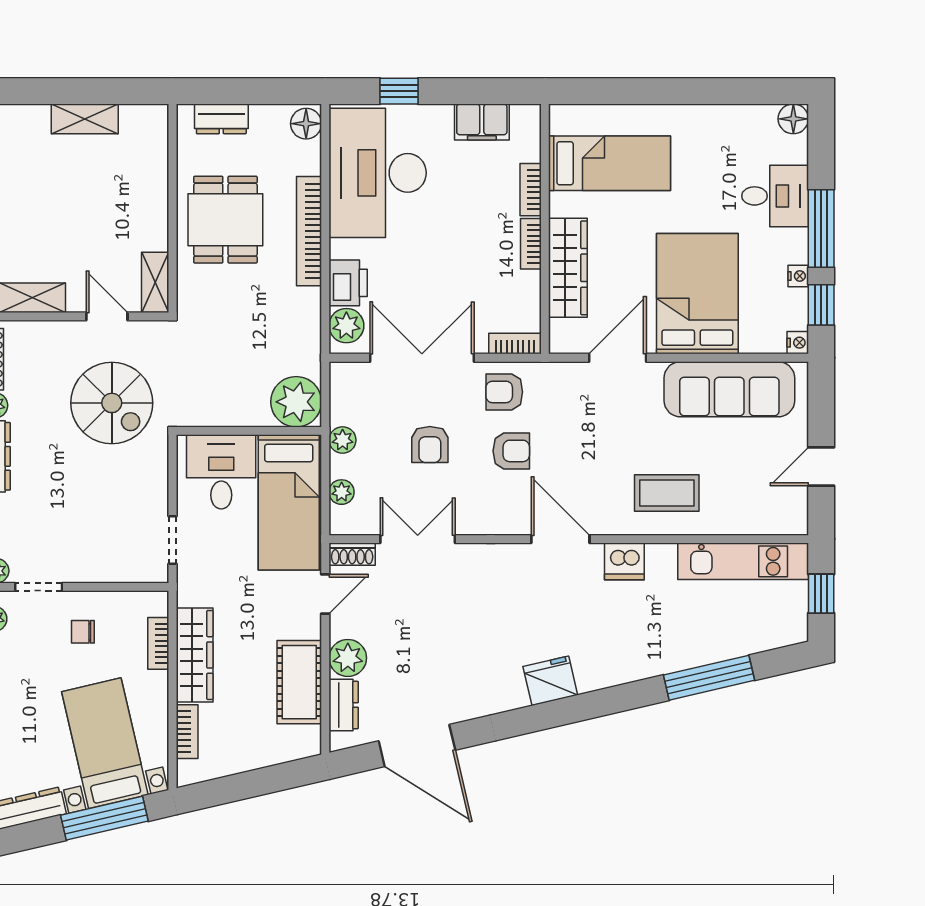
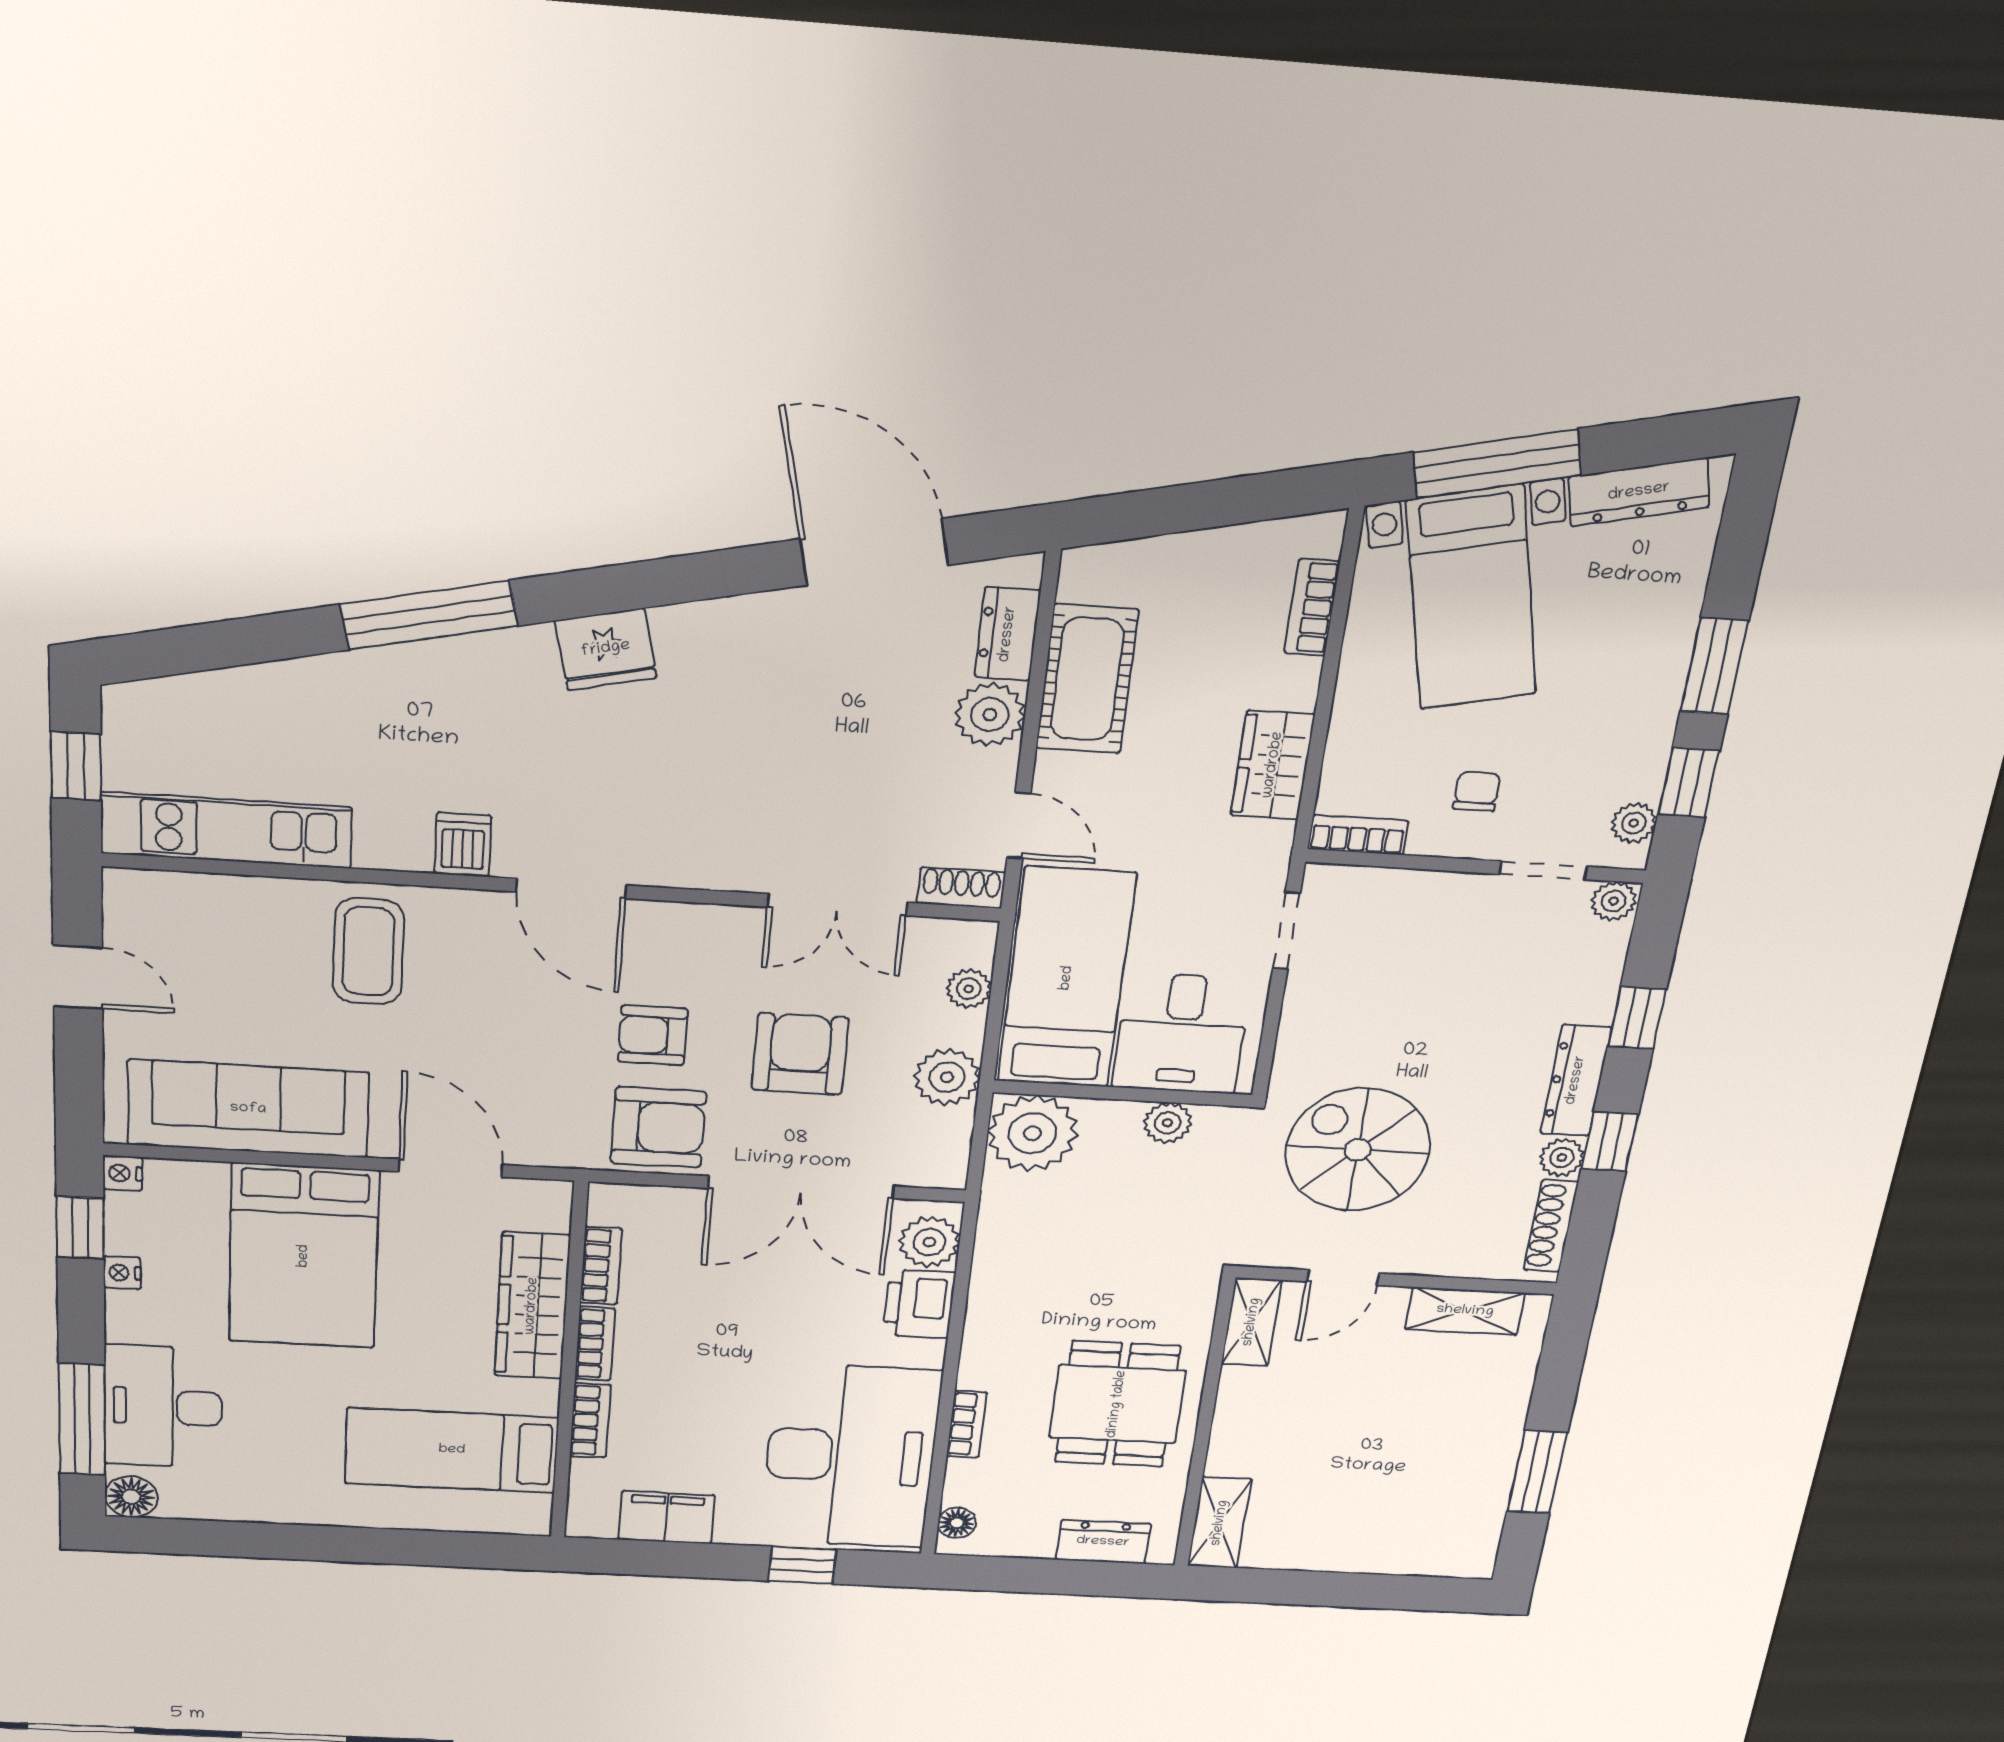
shelving: (85, 119) -> (1220, 1523), moved, turned 90
floor lamp: (306, 124) -> (957, 1523), width x0.73, depth x0.73
desk: (775, 196) -> (163, 1407), width x1.37
window: (821, 228) -> (82, 1419), moved
bookcase: (309, 231) -> (967, 1424), width x0.43, depth x0.76
door: (107, 316) -> (1343, 1278), hinge flipped
bookcase: (515, 343) -> (601, 1266), moved, turned -90
door: (618, 358) -> (451, 1168), swing flipped
armchair: (504, 392) -> (658, 1127), width x1.38, depth x1.38
plant: (221, 414) -> (1168, 1123), added
plant: (343, 440) -> (947, 1077), width x1.38, depth x1.38
armchair: (430, 445) -> (800, 1054), width x1.38, depth x1.38
door: (821, 467) -> (78, 977), hinge flipped
coffee table: (667, 493) -> (368, 951), turned 90
dishwasher: (624, 561) -> (463, 845), width x0.73
door: (325, 594) -> (1019, 825), swing flipped
chair: (83, 632) -> (1477, 791), turned -90
bookcase: (158, 643) -> (1358, 835), moved, turned -90
wardrobe: (195, 655) -> (1273, 765), width x0.67
window: (709, 678) -> (429, 615), moved

